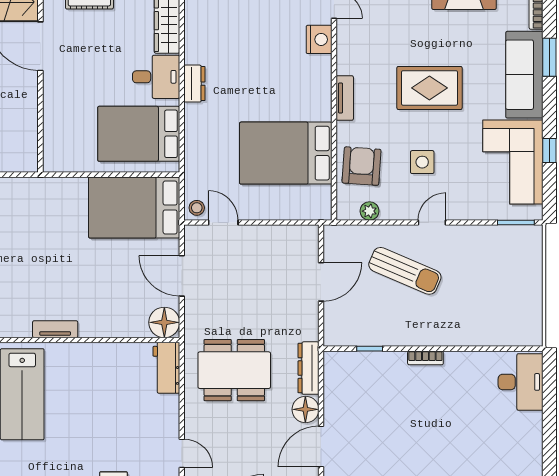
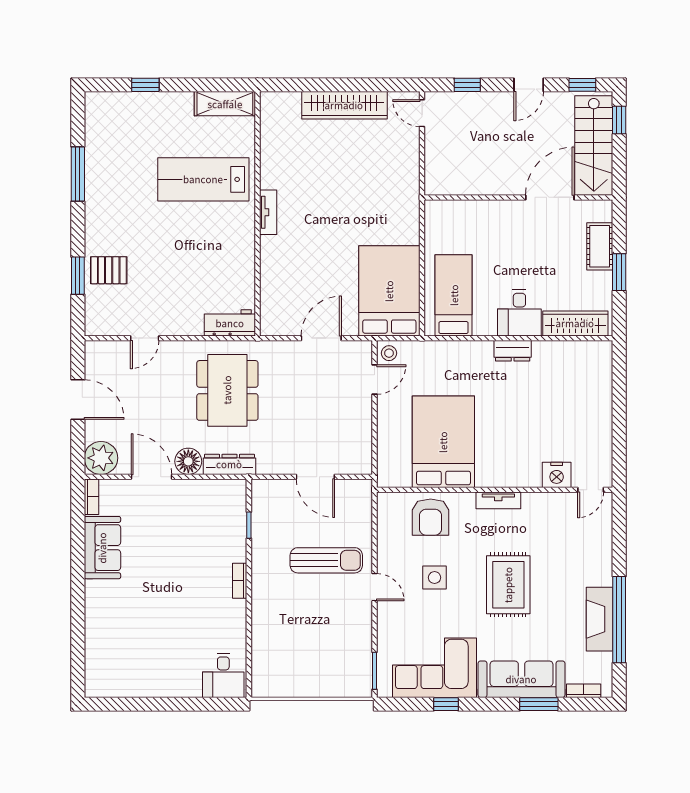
bed: (139, 134) -> (454, 295), width x0.67
armchair: (362, 166) -> (431, 517), turned 86
plant: (370, 211) -> (386, 525), removed
sun lounger: (405, 271) -> (326, 560), turned -113
floor lamp: (164, 322) -> (275, 321), removed
desk: (521, 382) -> (223, 675), width x0.73

